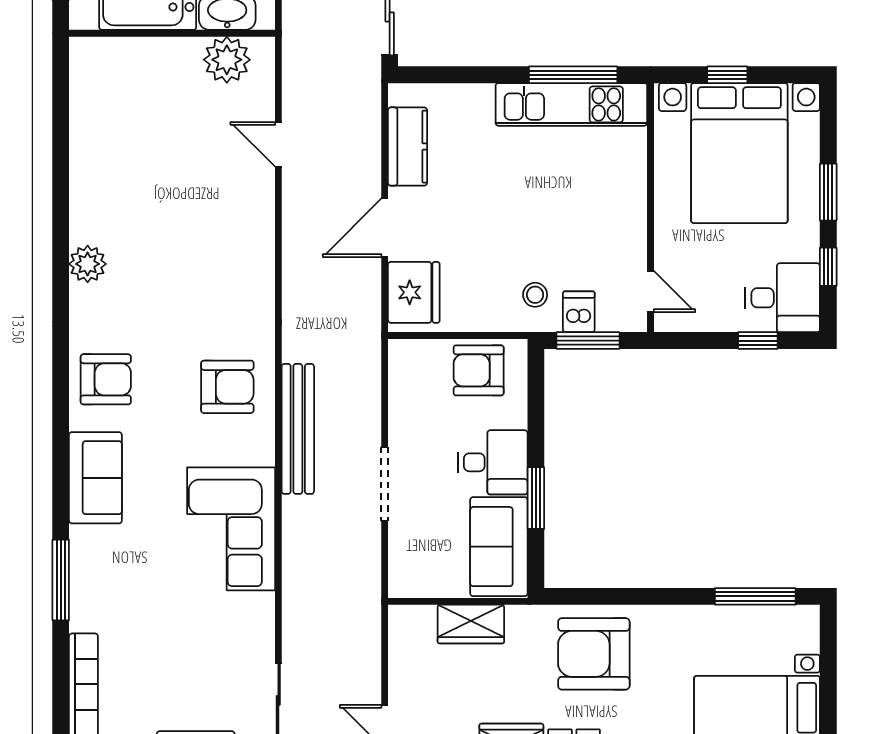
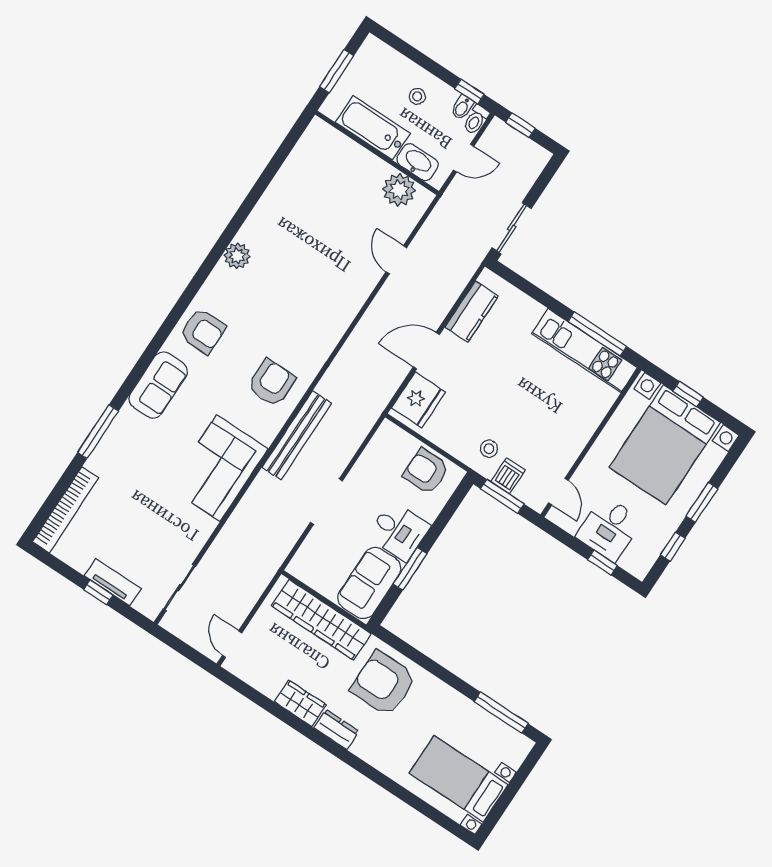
desk: (783, 298) -> (609, 528), moved, turned 90
armchair: (227, 387) -> (272, 383), turned -90
wardrobe: (471, 624) -> (321, 620), width x2.10, depth x1.17

